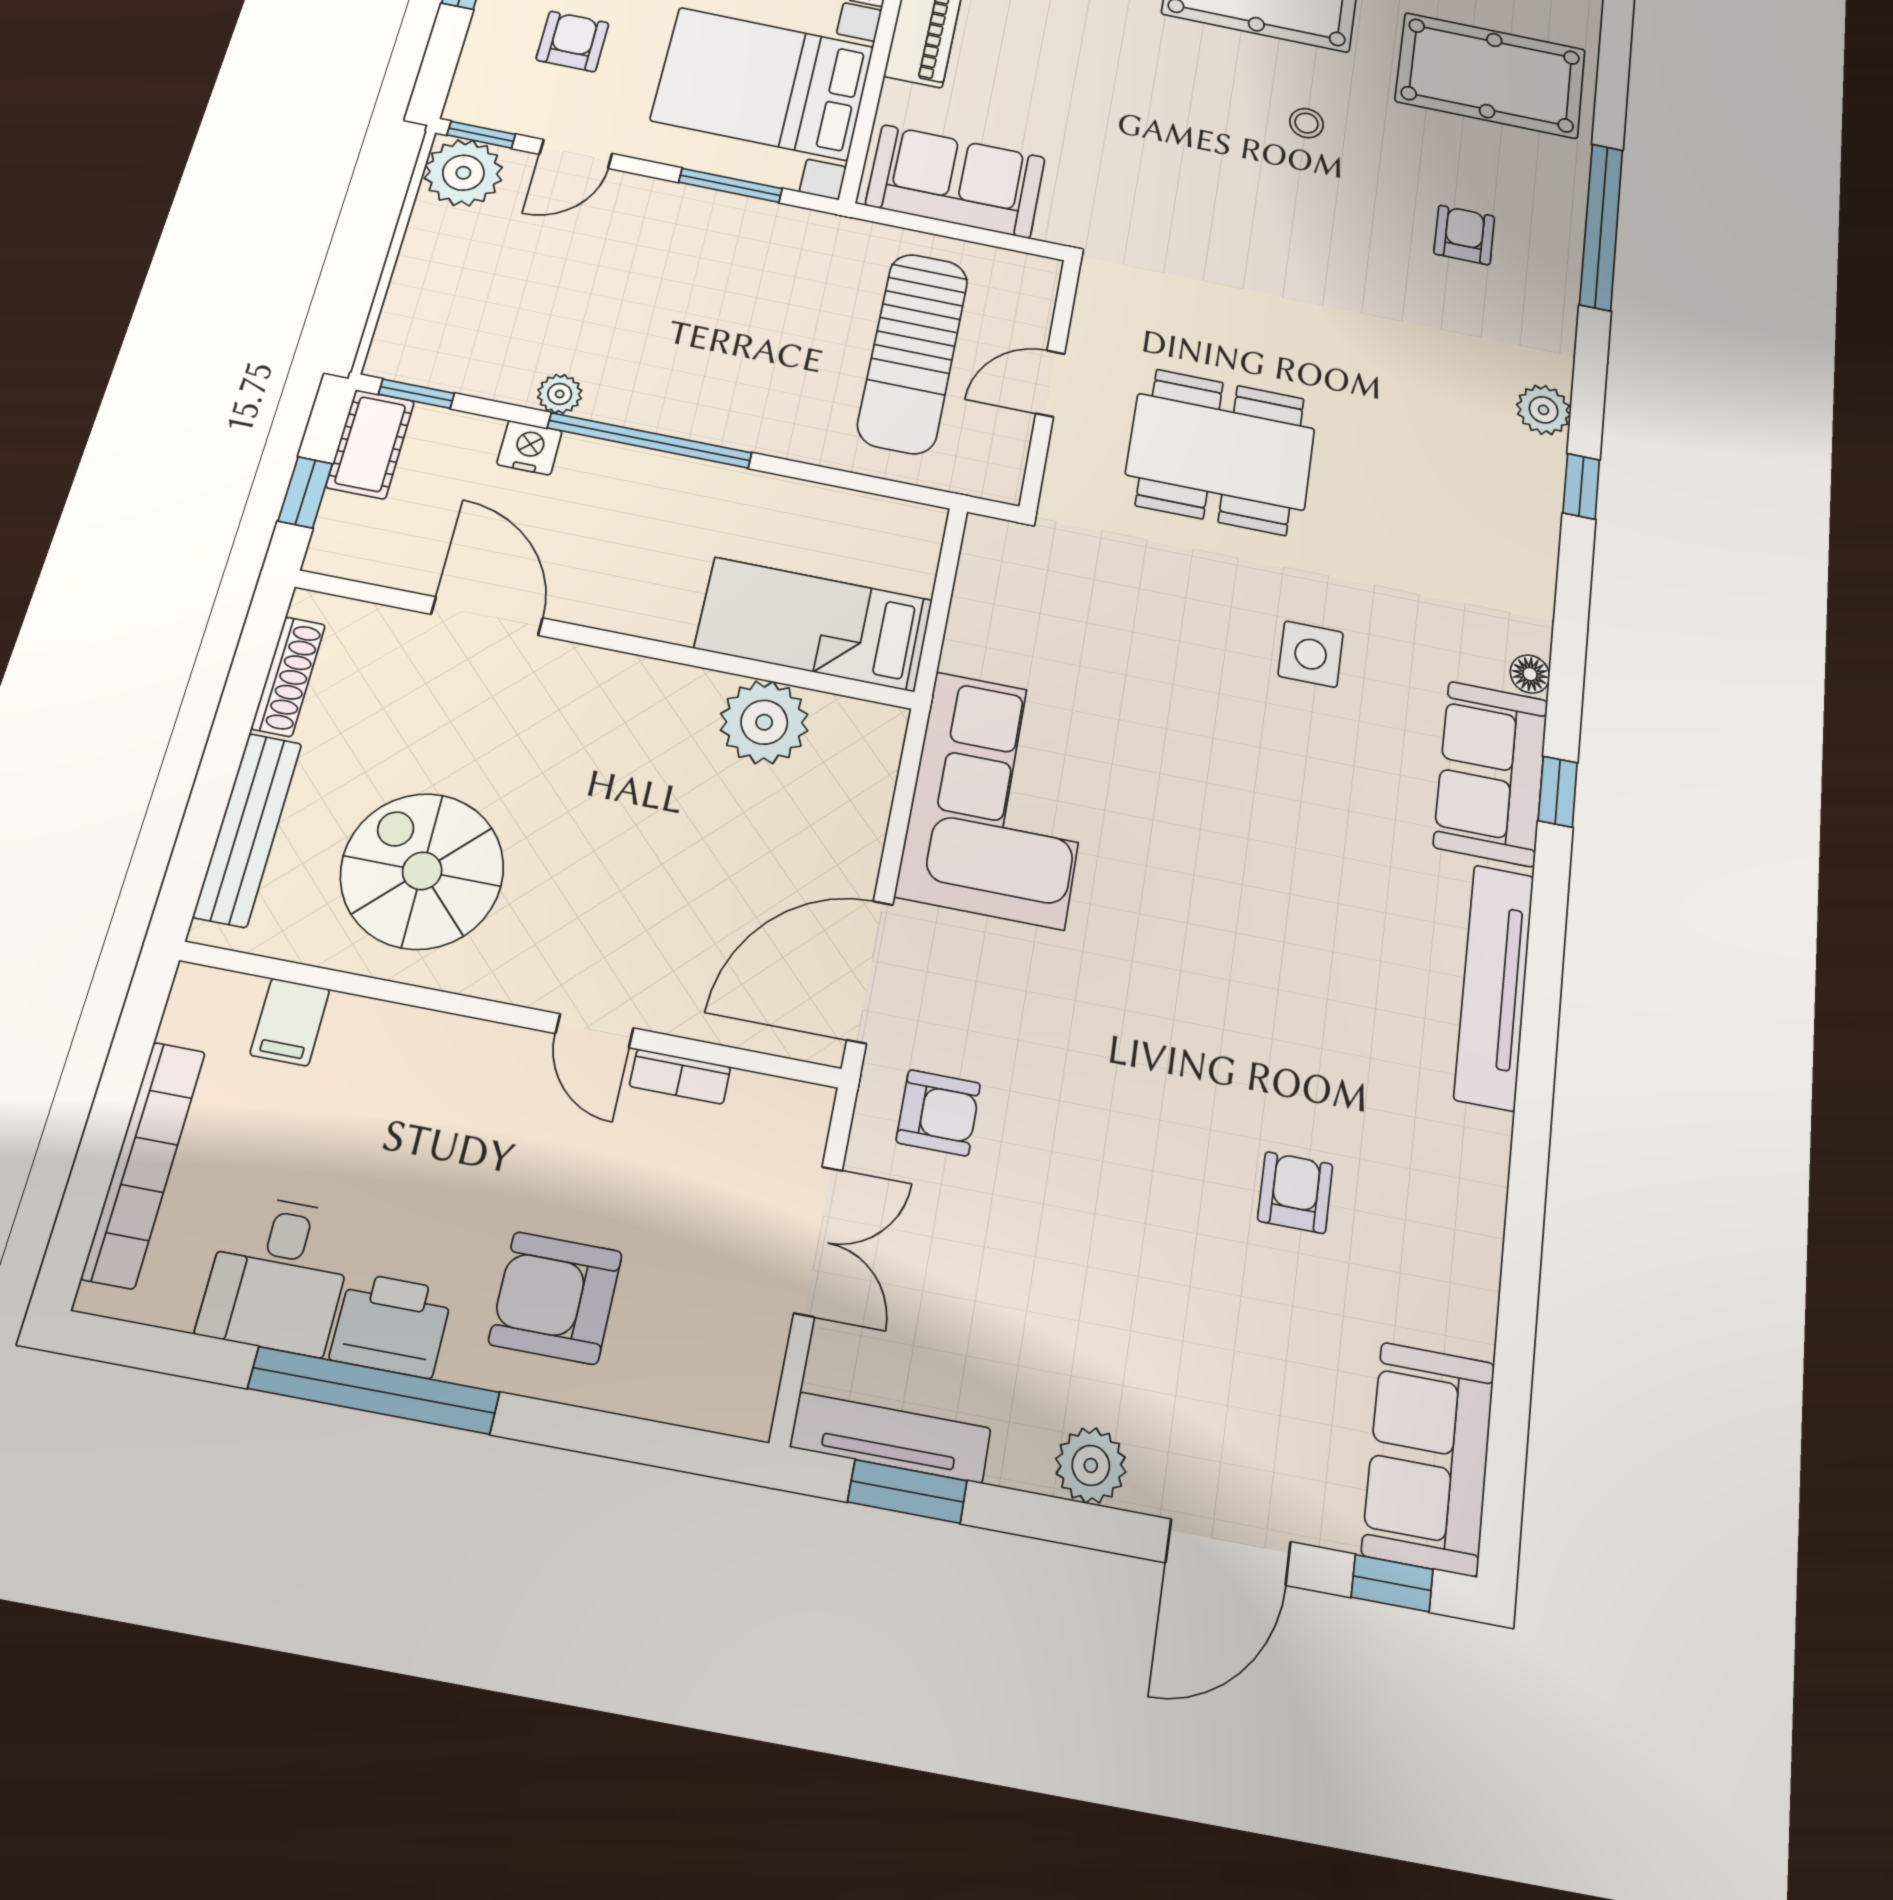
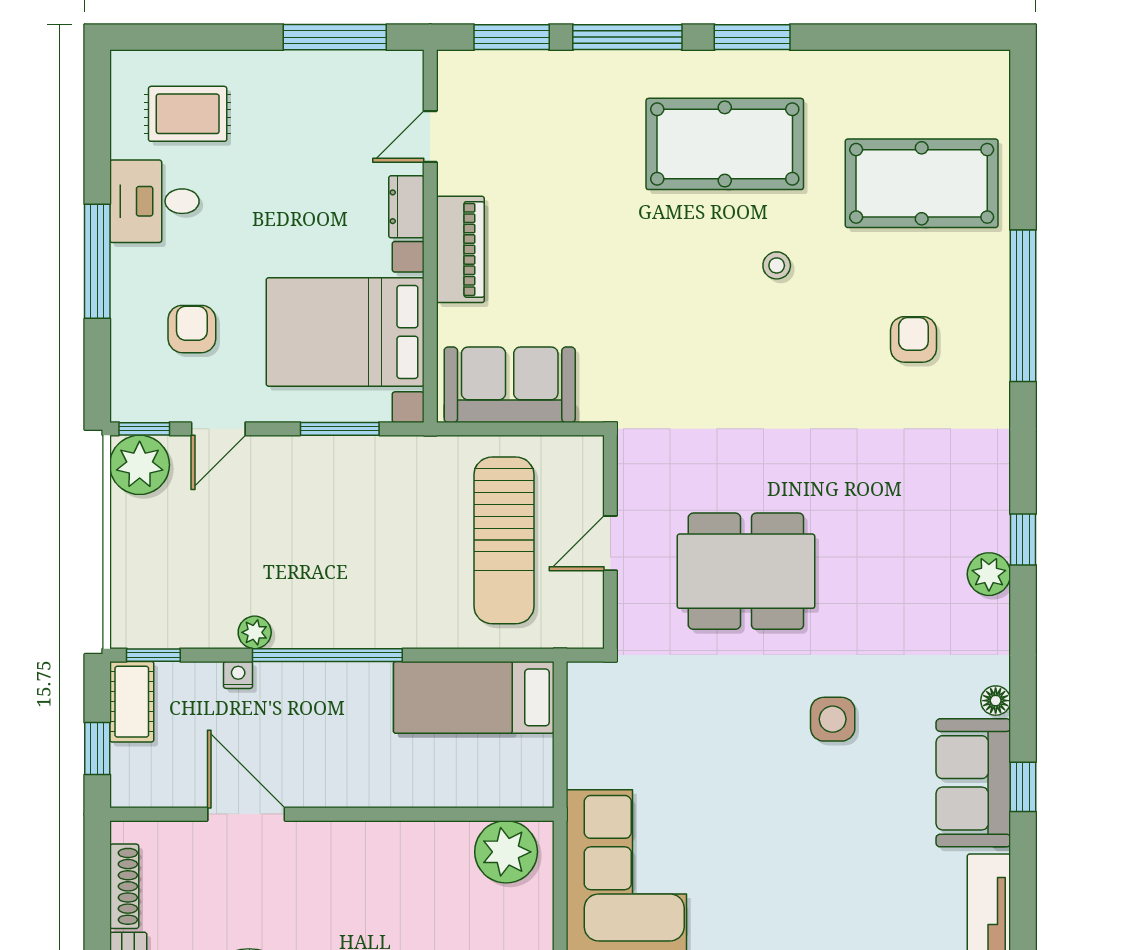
plant: (1544, 410) -> (989, 574), moved
nightstand: (529, 448) -> (238, 675), width x0.72, depth x0.74
bed: (814, 624) -> (474, 697), moved
plant: (764, 722) -> (506, 852), moved

